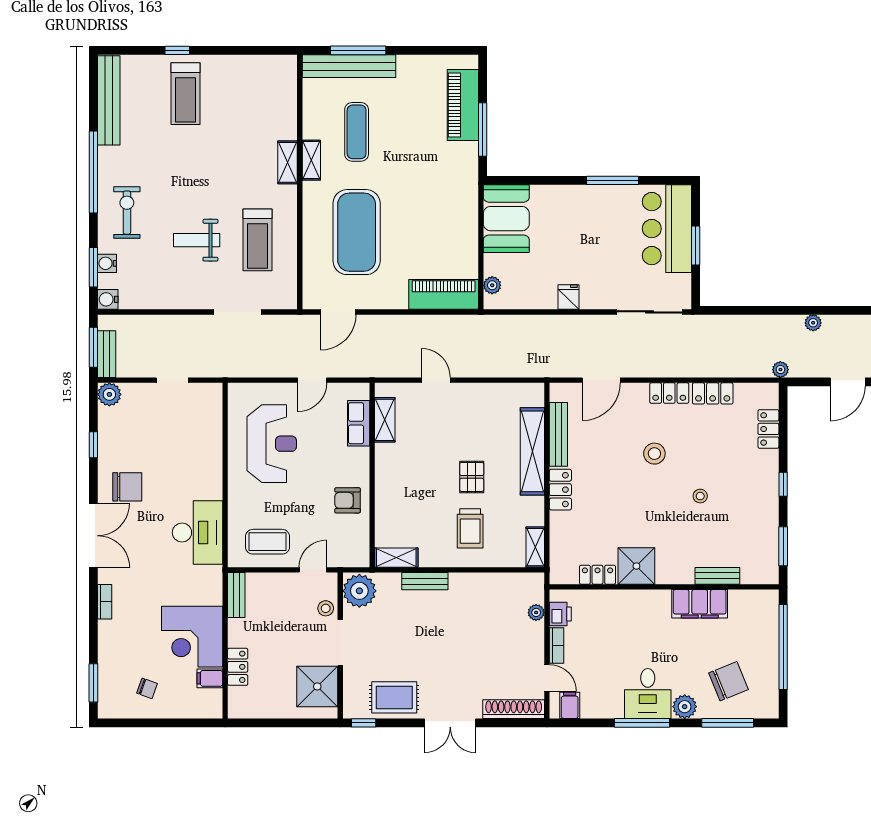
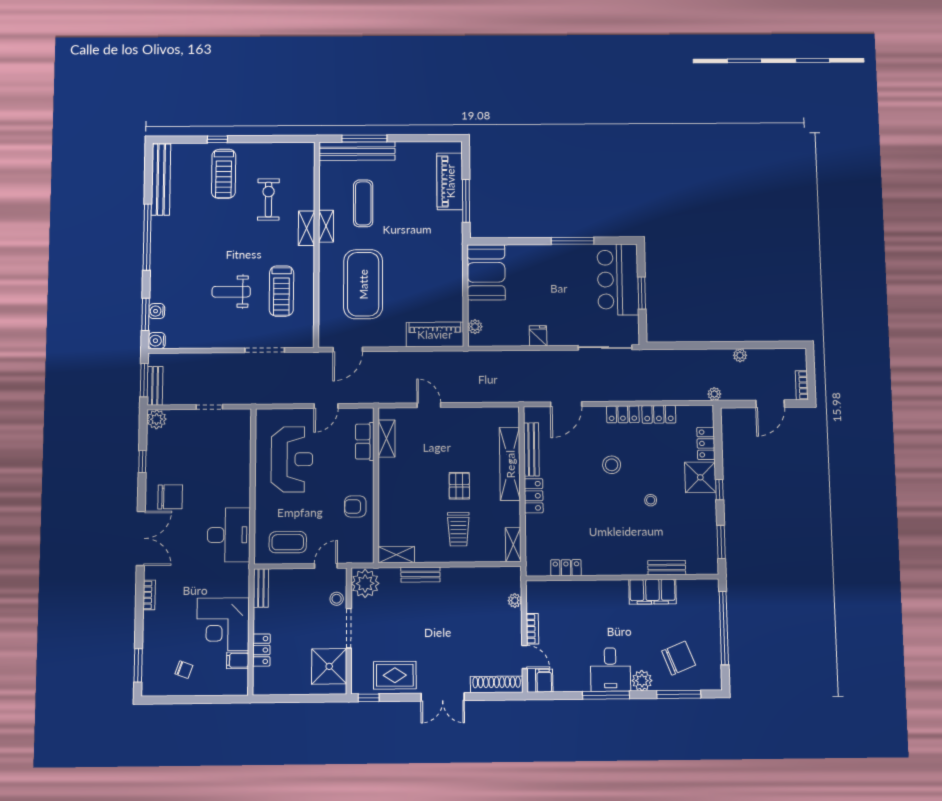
exercise bike: (127, 213) -> (268, 199), moved
shower: (636, 566) -> (700, 477), moved
printer: (560, 614) -> (535, 602), removed

